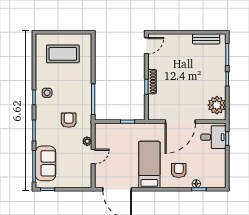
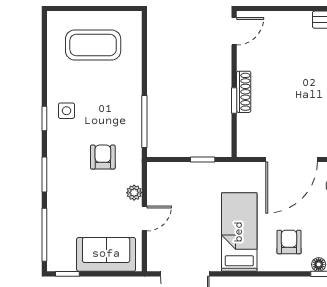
sofa: (46, 163) -> (106, 254), moved, turned -90

